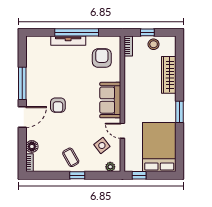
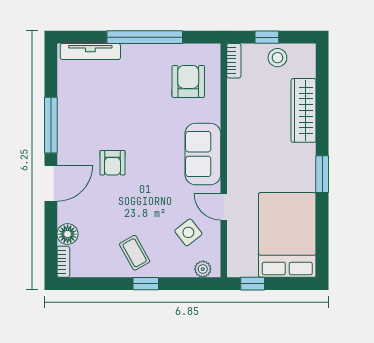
tv unit: (68, 41) -> (90, 51), moved

